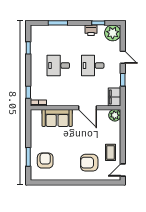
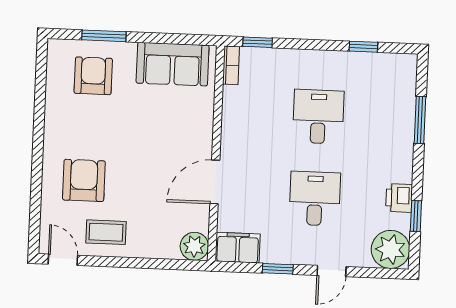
sofa: (57, 118) -> (173, 64), moved, turned -90
armchair: (45, 161) -> (93, 76), turned -90

